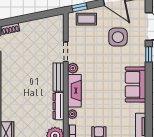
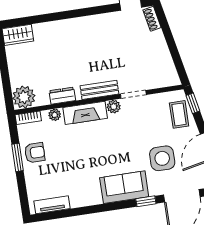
sofa: (136, 84) -> (124, 187), moved
dresser: (59, 106) -> (62, 96), width x0.70

